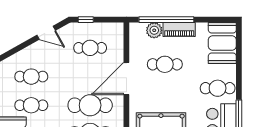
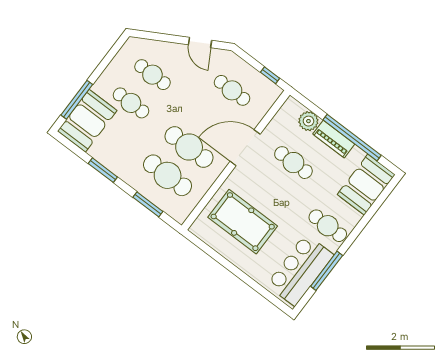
window: (86, 20) -> (270, 75), moved
window: (166, 20) -> (352, 138), moved

